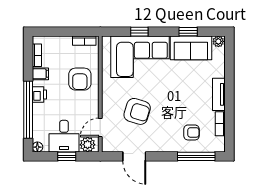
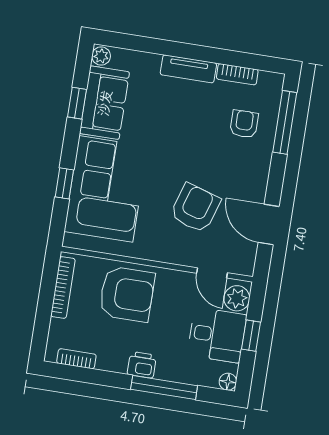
bookcase: (84, 41) -> (63, 287), width x1.56
filing cabinet: (40, 74) -> (108, 358), removed
armchair: (80, 79) -> (127, 294), width x1.36, depth x1.36
window: (28, 110) -> (164, 387), width x0.68
door: (134, 156) -> (269, 224), swing flipped

